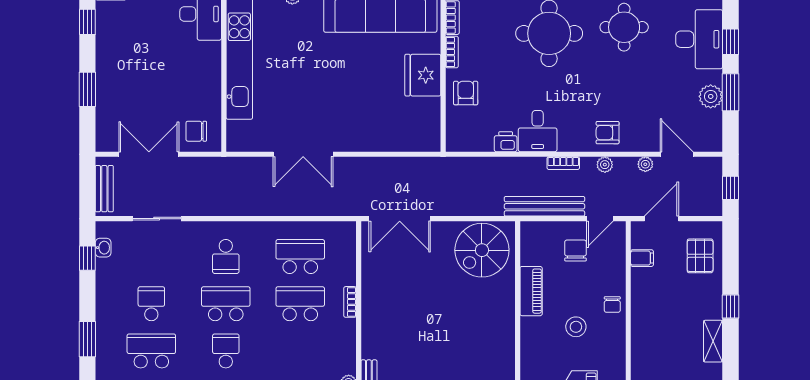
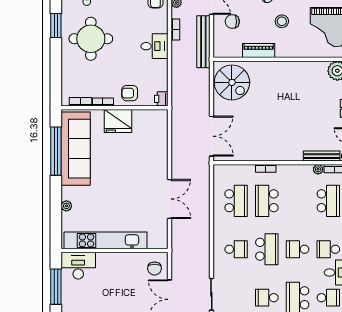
printer: (506, 142) -> (161, 99), moved
school desk: (300, 256) -> (236, 201), turned 180
school desk: (226, 304) -> (267, 249), turned 180

